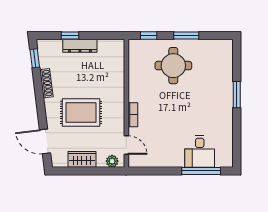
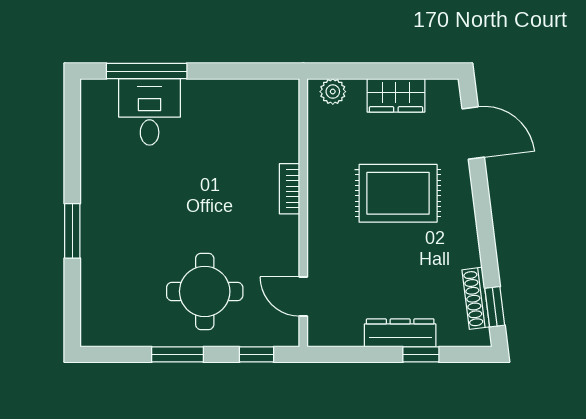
shoe rack: (46, 83) -> (476, 298), moved
door: (126, 145) -> (303, 297), moved

